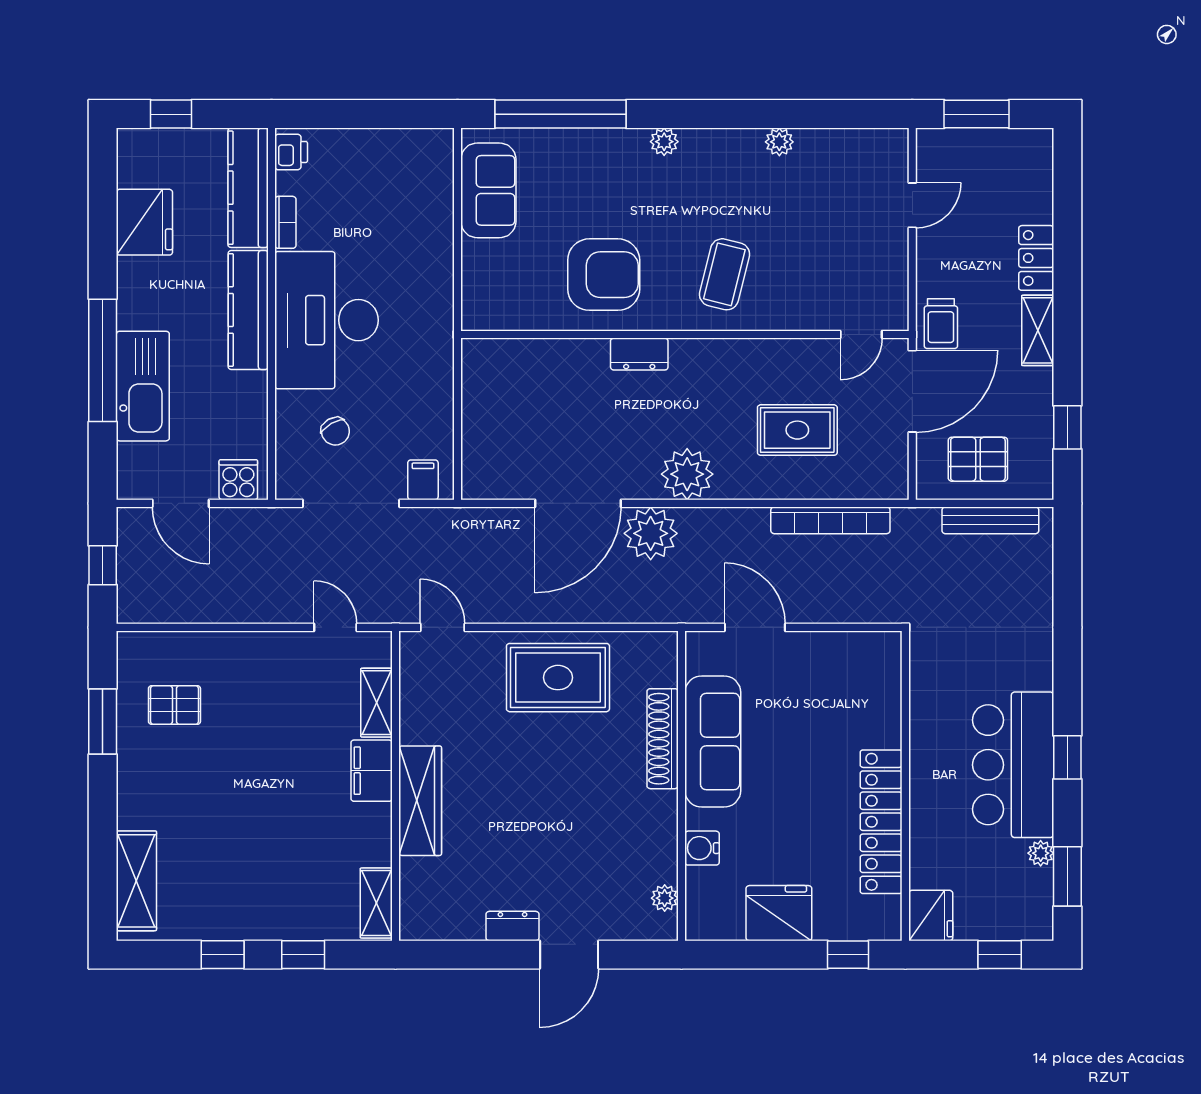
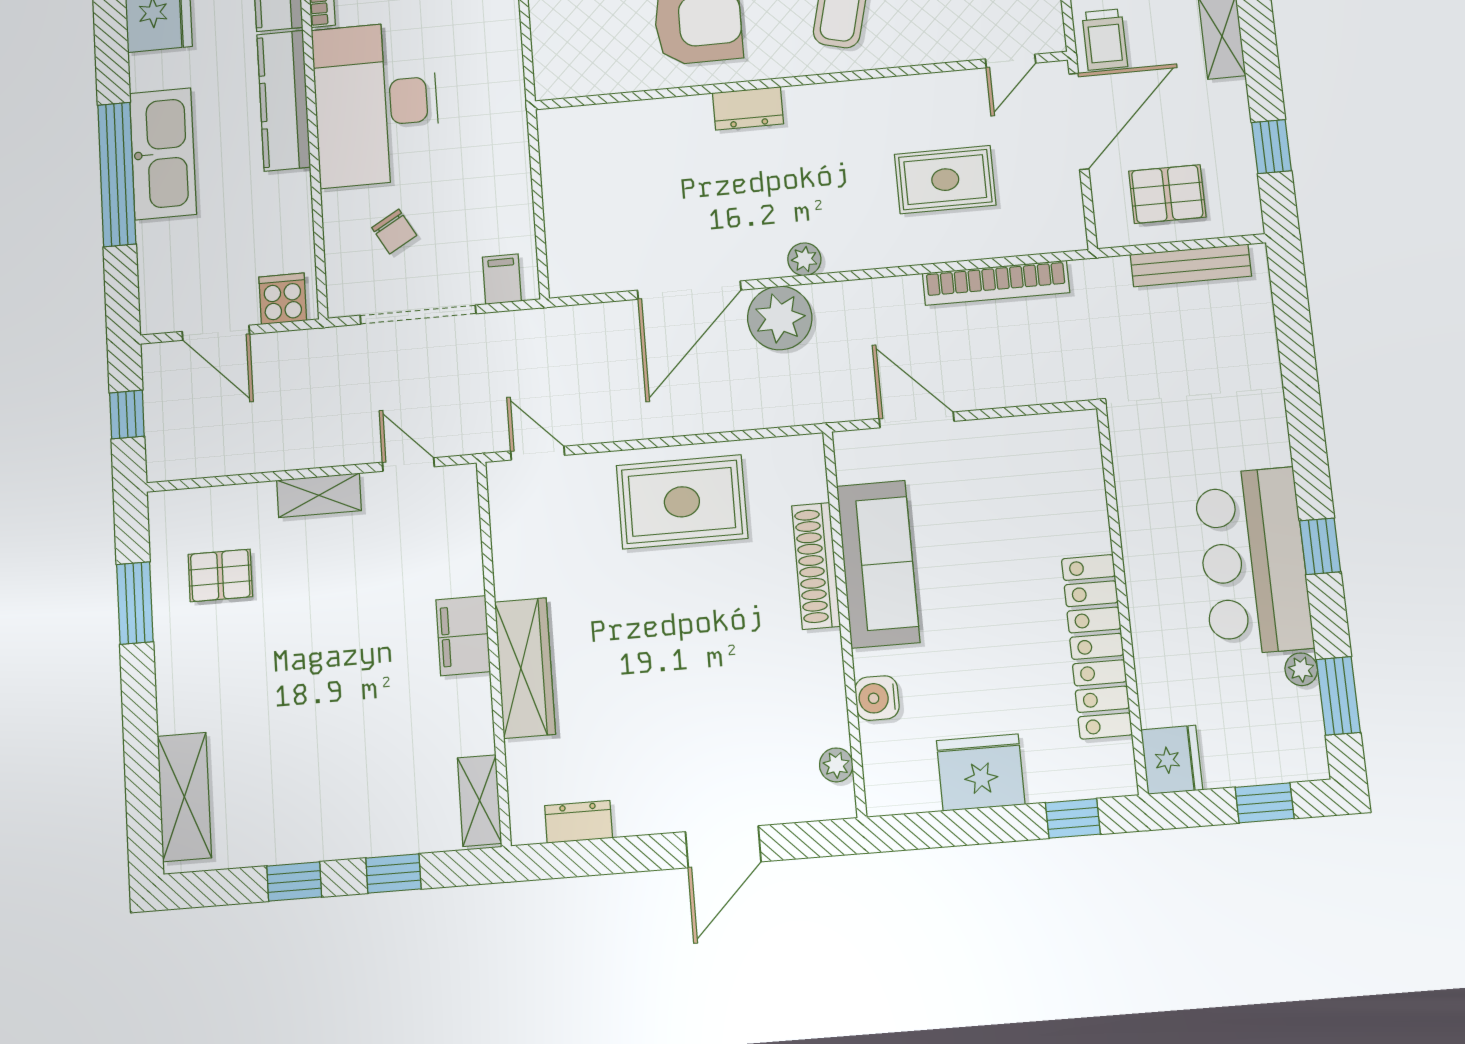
kitchen sink: (143, 386) -> (163, 154), moved
plant: (687, 474) -> (804, 259), width x0.53, depth x0.53
shelving: (377, 703) -> (319, 495), moved, turned 90
dresser: (512, 926) -> (579, 822), moved

